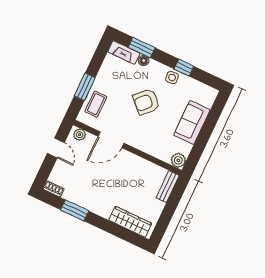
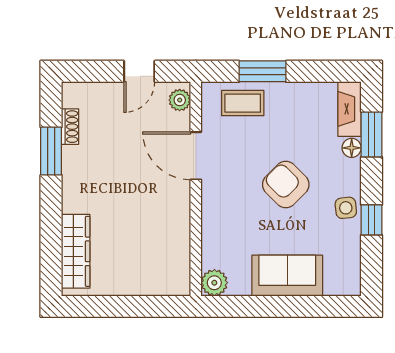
bench: (168, 186) -> (163, 285), removed
shoe rack: (54, 189) -> (70, 127), moved

